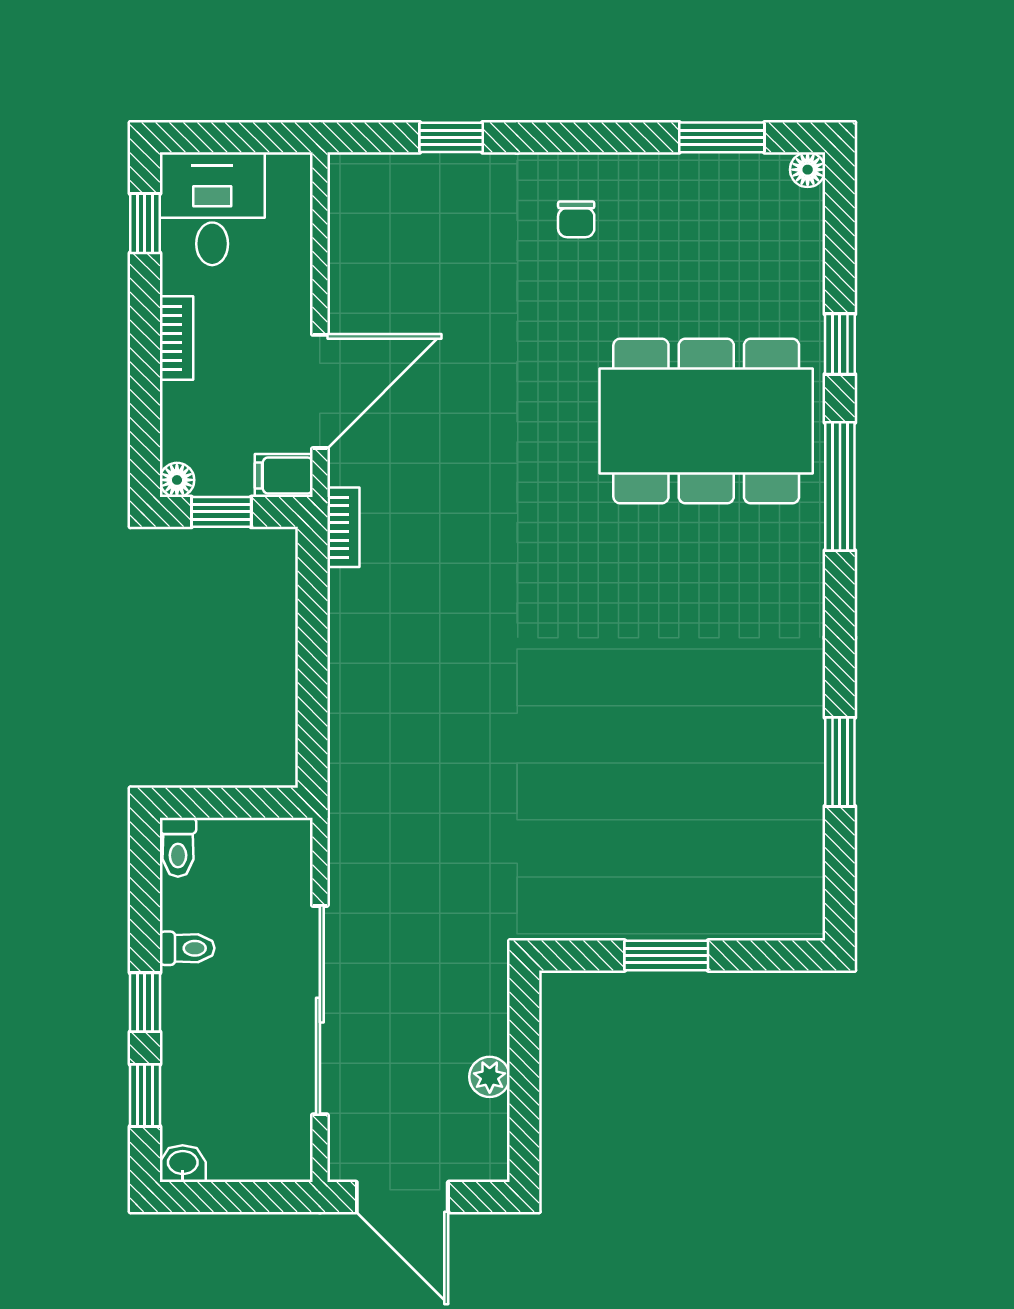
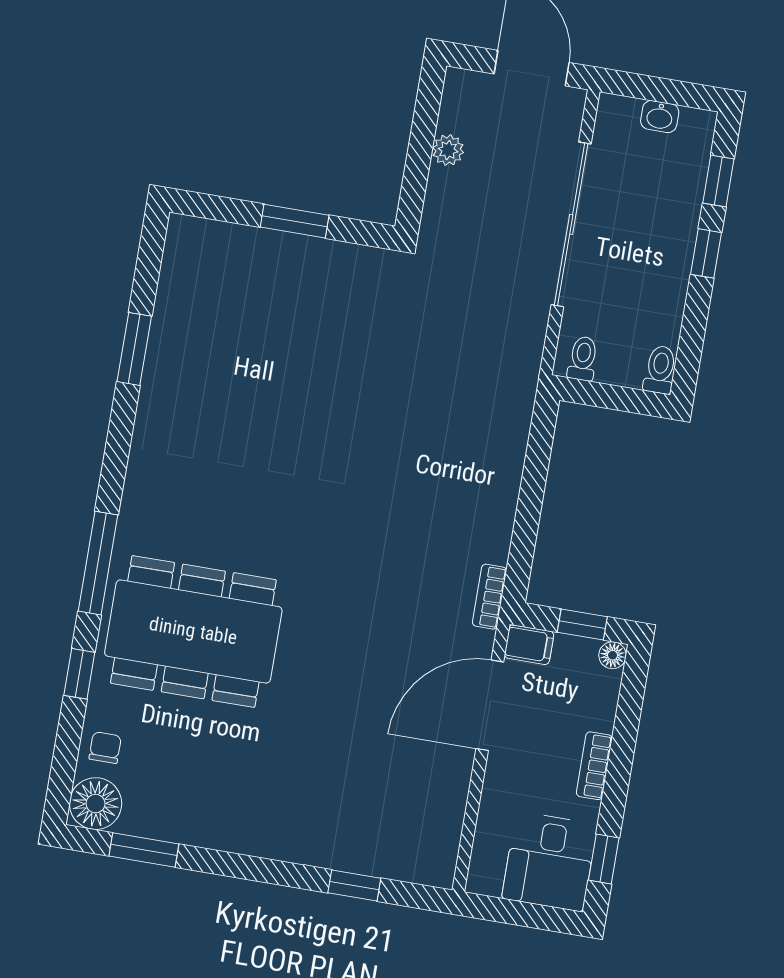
floor lamp: (808, 170) -> (96, 804), width x1.89, depth x1.89
chair: (576, 219) -> (105, 748), moved
toilet: (187, 948) -> (583, 358), moved, turned 90
washbasin: (183, 1164) -> (660, 117), moved

